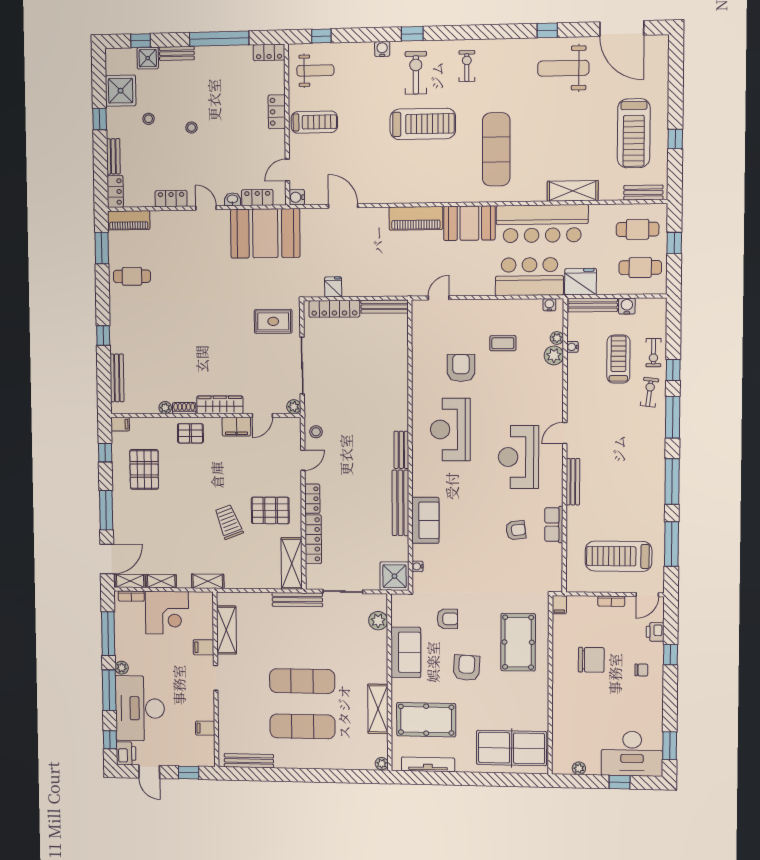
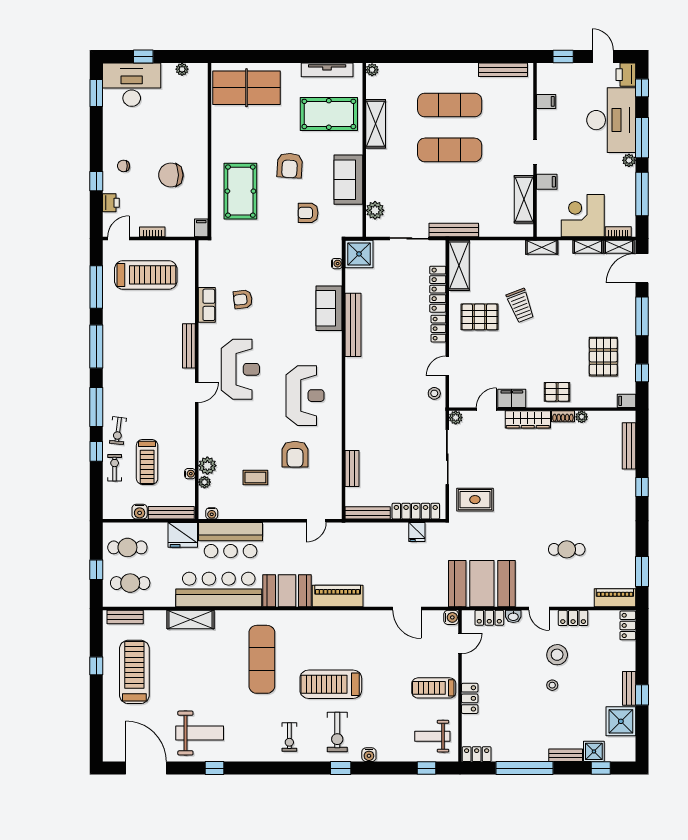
stool: (149, 119) -> (557, 655), moved, width x1.89, depth x1.89
bench: (113, 156) -> (629, 688), moved
cafe table: (132, 276) -> (567, 549), moved
bench: (401, 450) -> (352, 468), moved

